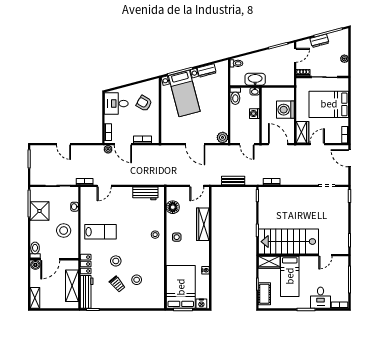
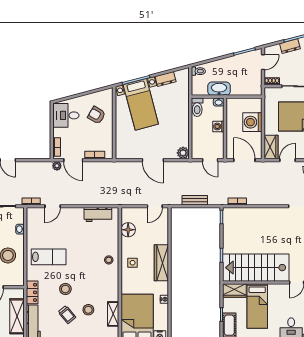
wardrobe: (203, 224) -> (161, 263), moved
shelving: (159, 284) -> (113, 314), added

